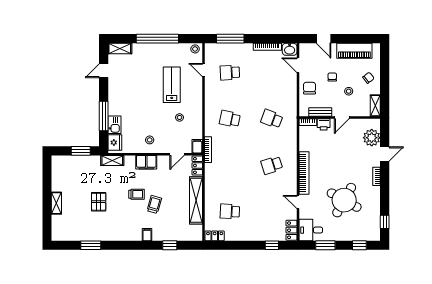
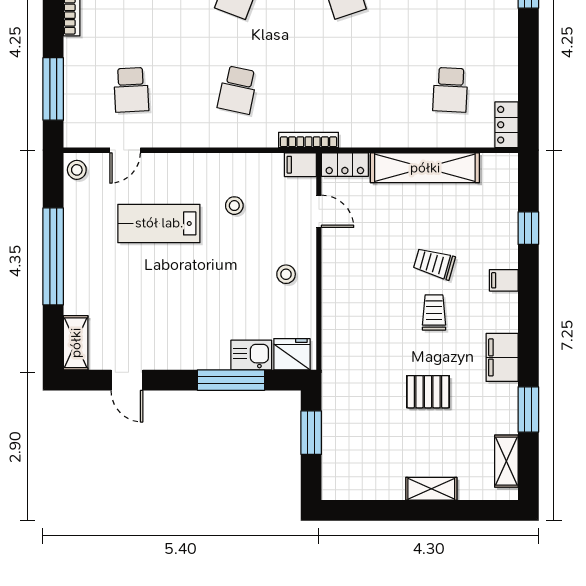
shelving: (112, 160) -> (506, 461), moved
filing cabinet: (146, 162) -> (502, 357), moved, turned 180
trolley: (137, 194) -> (434, 312), moved

